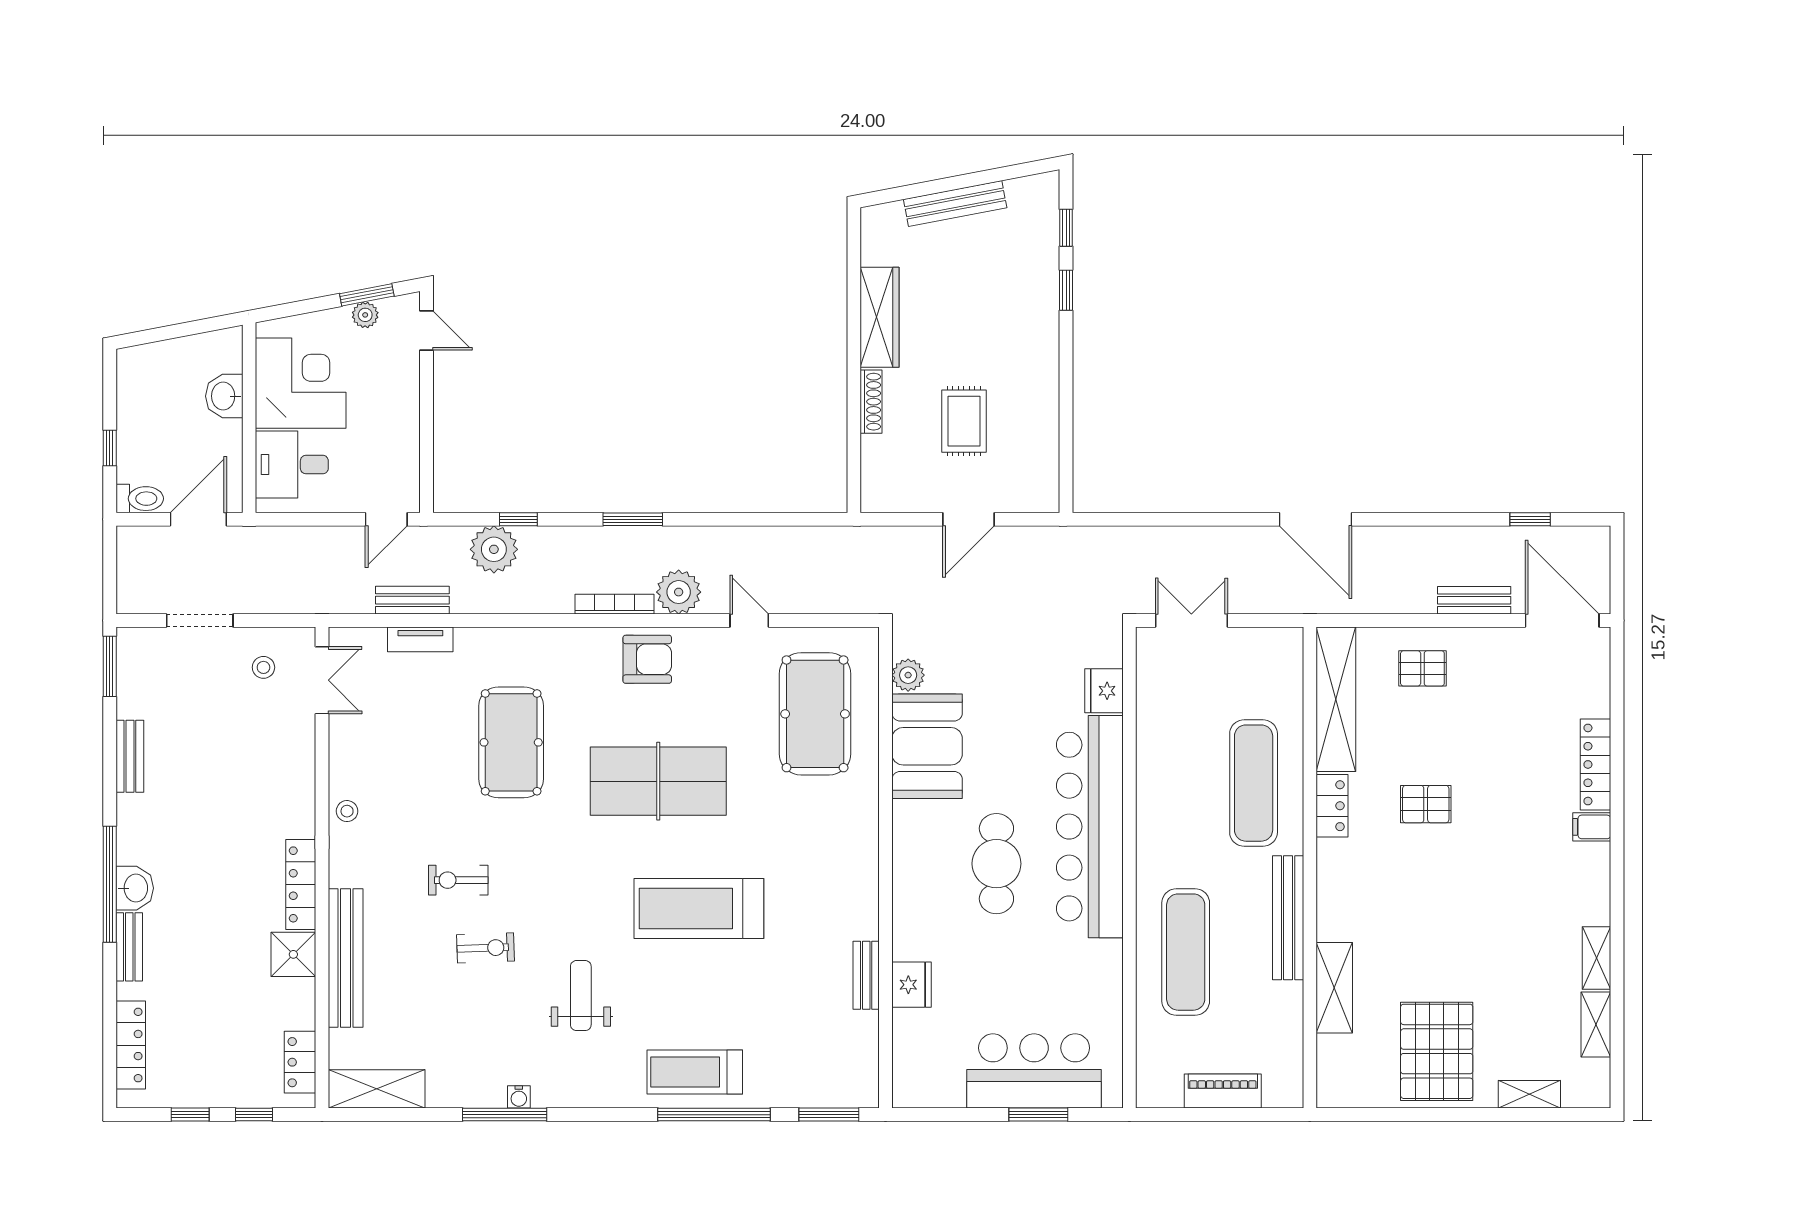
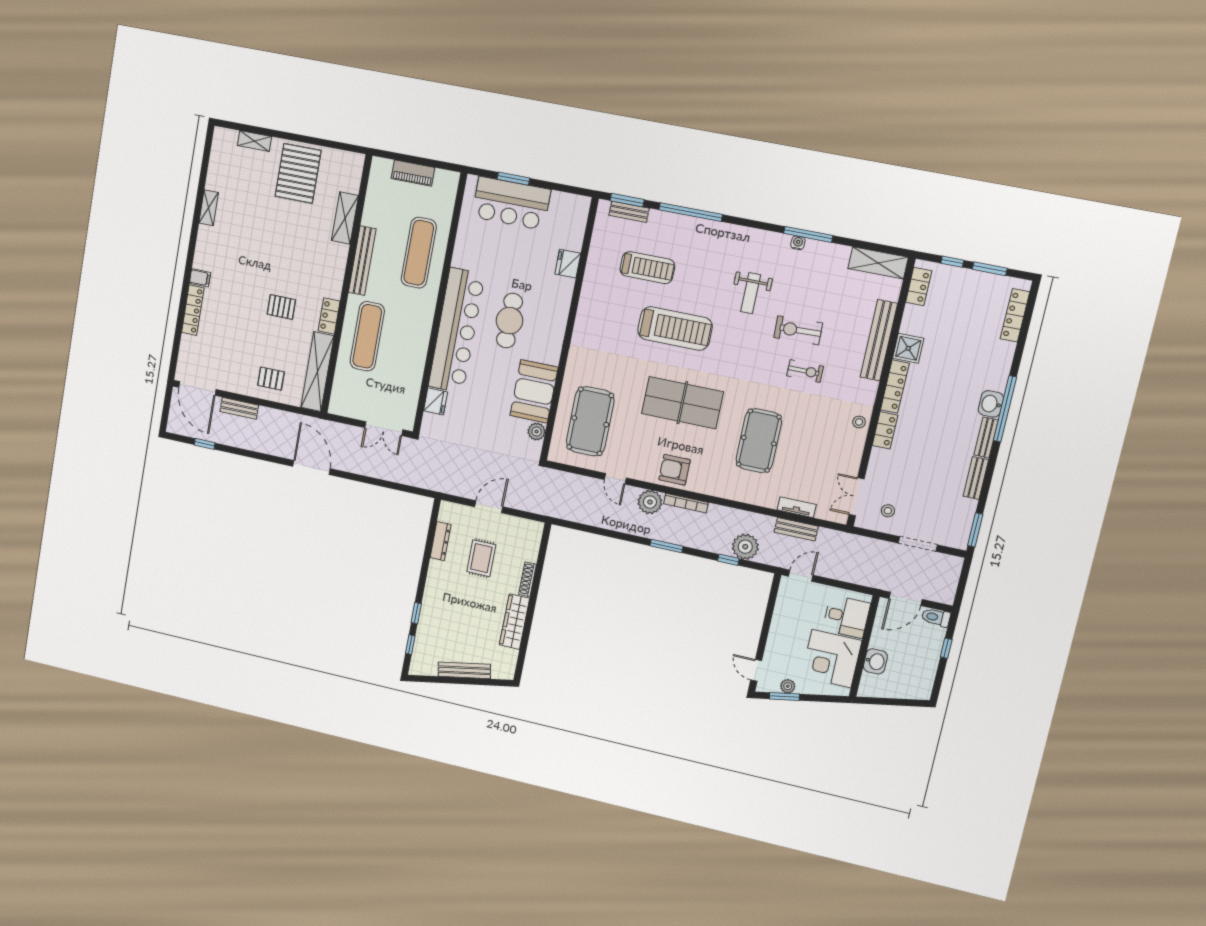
dresser: (1046, 436) -> (440, 541), added
locker: (300, 806) -> (885, 430), added
bench: (129, 947) -> (986, 438), moved
exercise bike: (486, 948) -> (798, 330), width x1.38, depth x1.39
bench: (866, 975) -> (629, 212), moved, turned 90
shelving: (1596, 1024) -> (215, 172), removed
treadmill: (695, 1072) -> (647, 268), moved
window: (190, 1115) -> (990, 269), width x1.50

